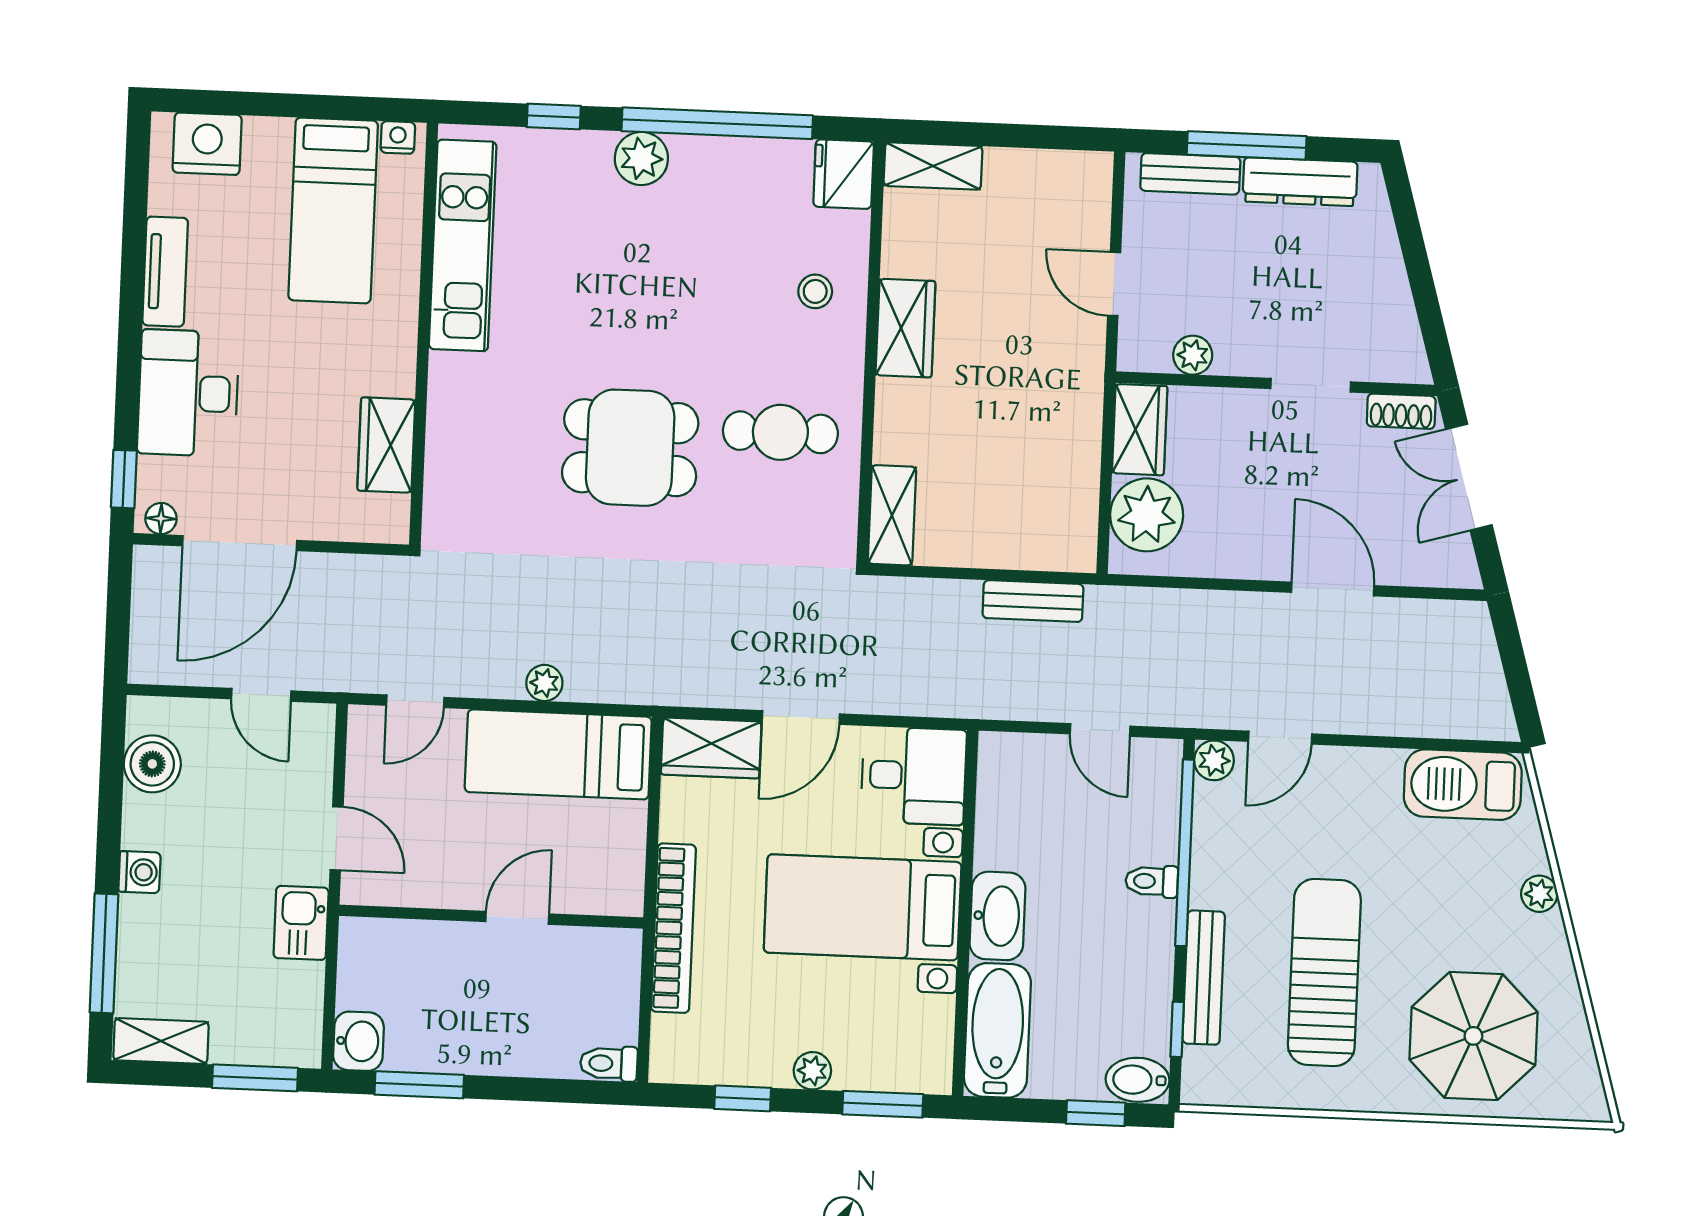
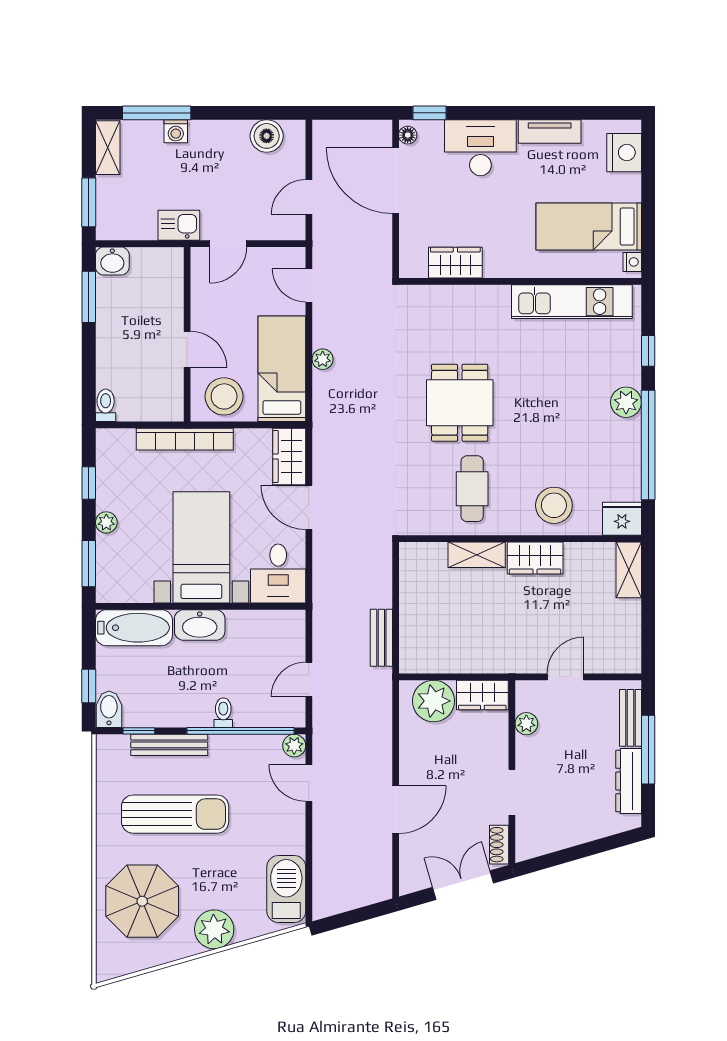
stool: (815, 291) -> (554, 505), width x1.89, depth x1.89
shelving: (892, 515) -> (477, 555), moved
stool: (602, 857) -> (224, 396), added
washing machine: (140, 872) -> (176, 131), moved
plant: (1539, 894) -> (214, 929), width x1.88, depth x1.88

